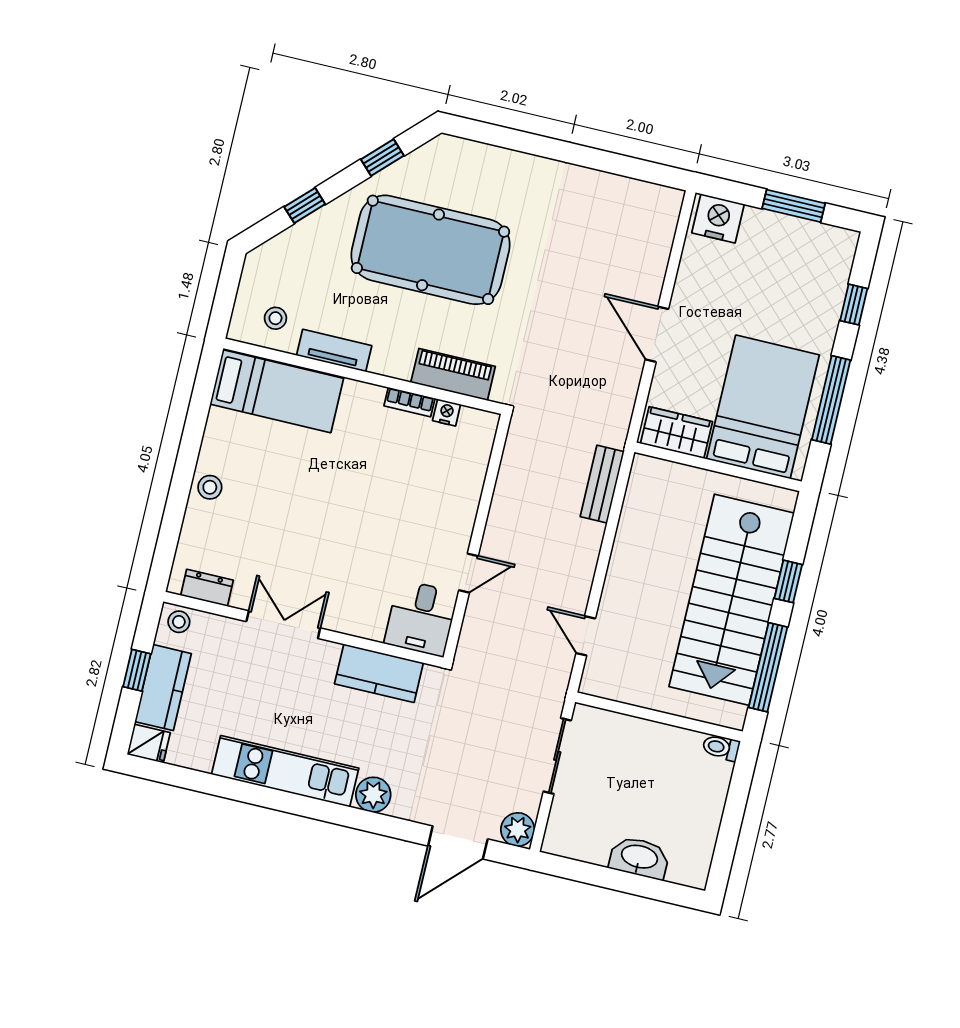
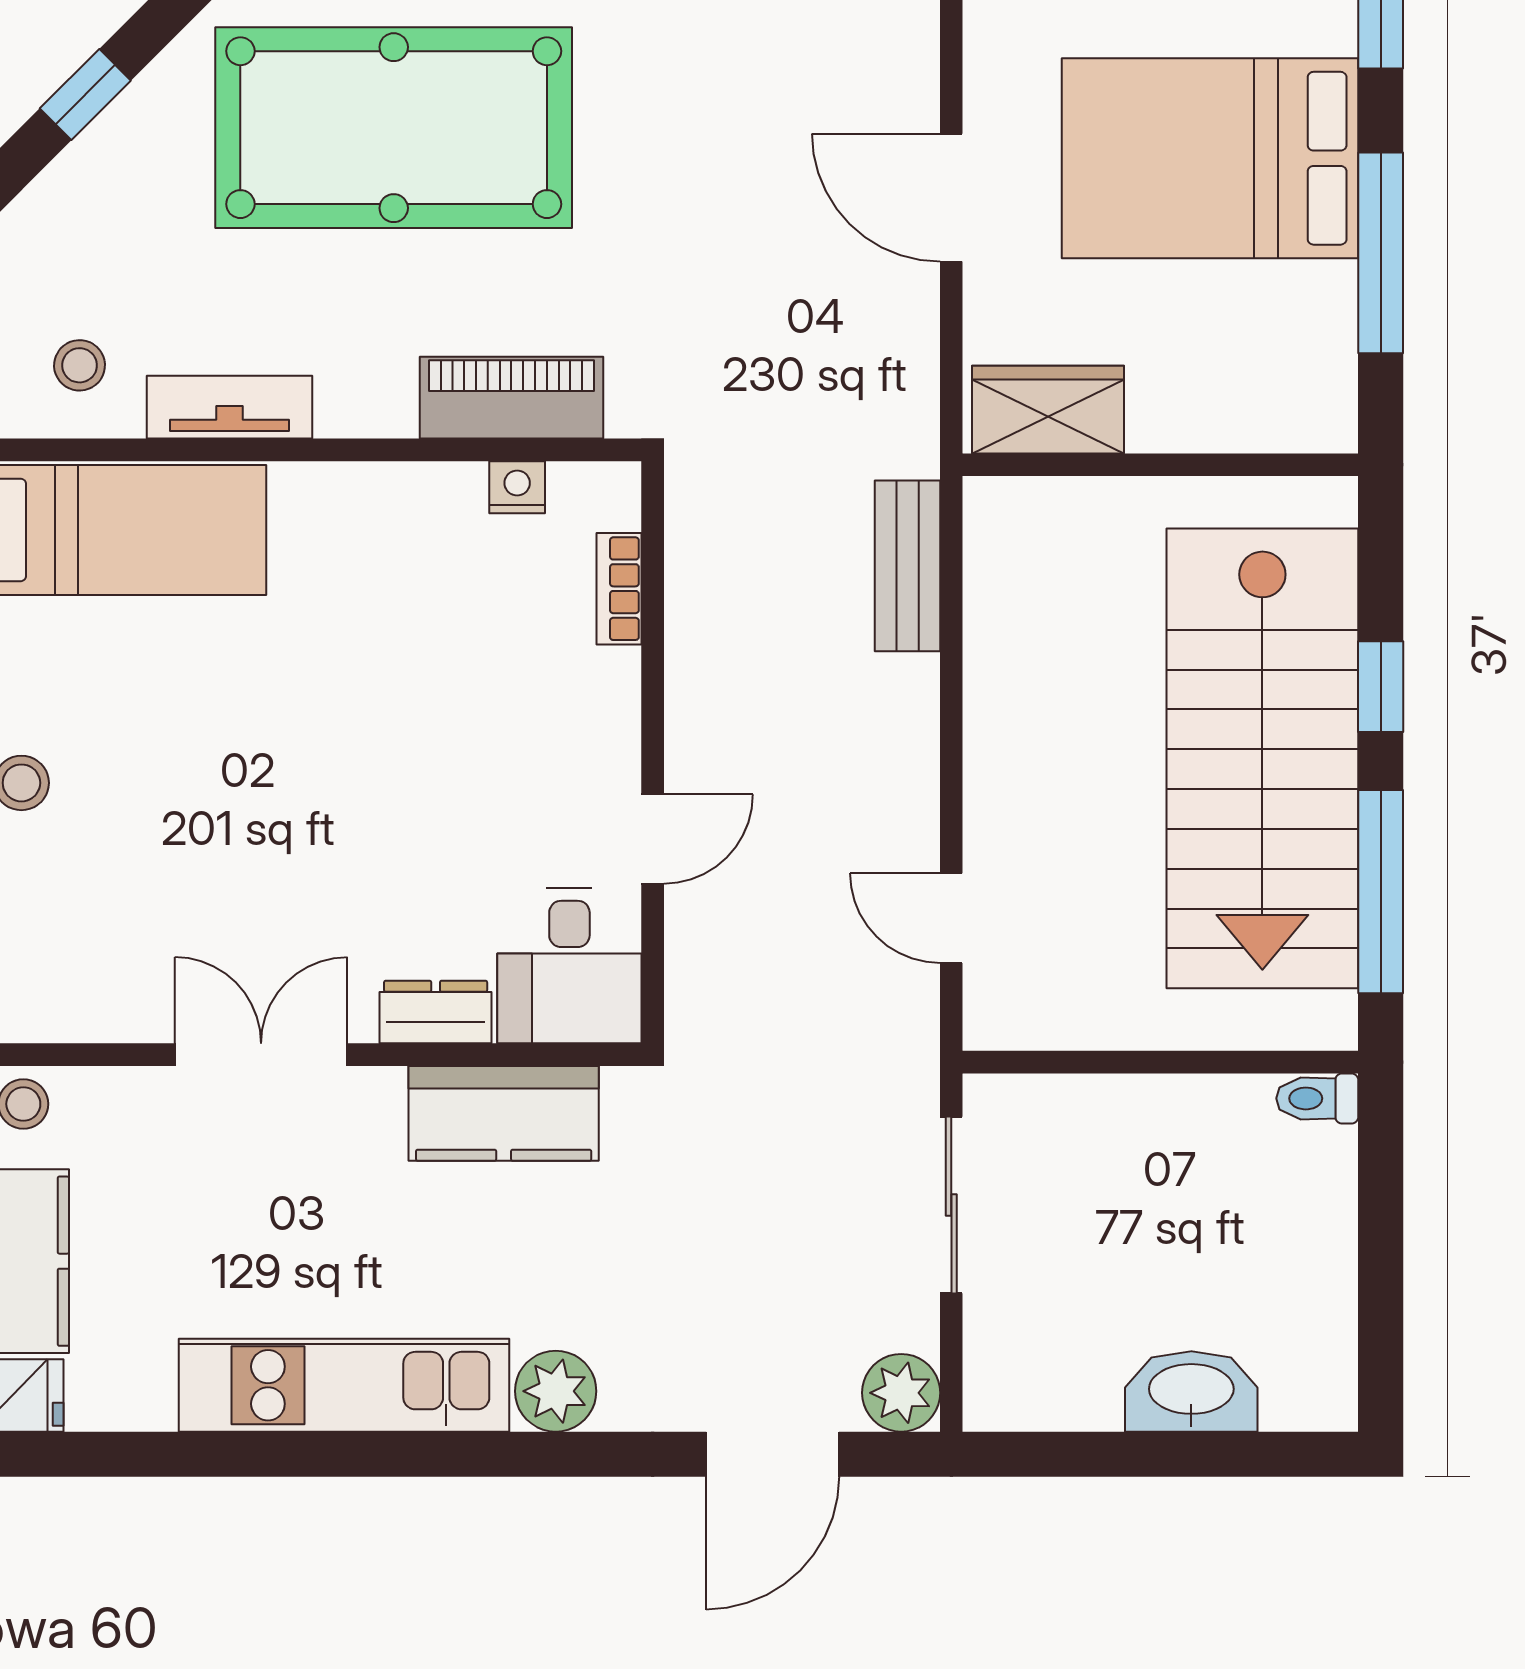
bookcase: (409, 402) -> (619, 589), moved, turned 90
bed: (763, 407) -> (1210, 158), moved, turned -90
dresser: (207, 588) -> (436, 1012), moved

